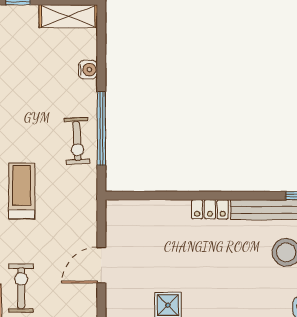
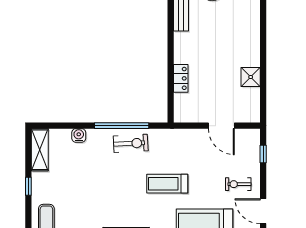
locker: (210, 209) -> (181, 78), moved
exercise bike: (21, 288) -> (238, 184), width x0.73, depth x0.72

